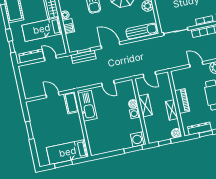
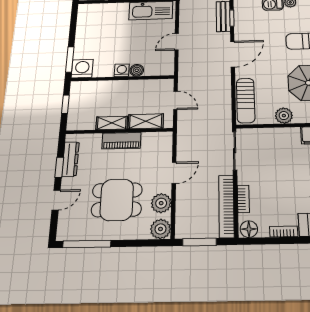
door: (149, 74) -> (175, 100), swing flipped
shelving: (145, 105) -> (146, 121), moved
boiler: (176, 133) -> (74, 123), removed

